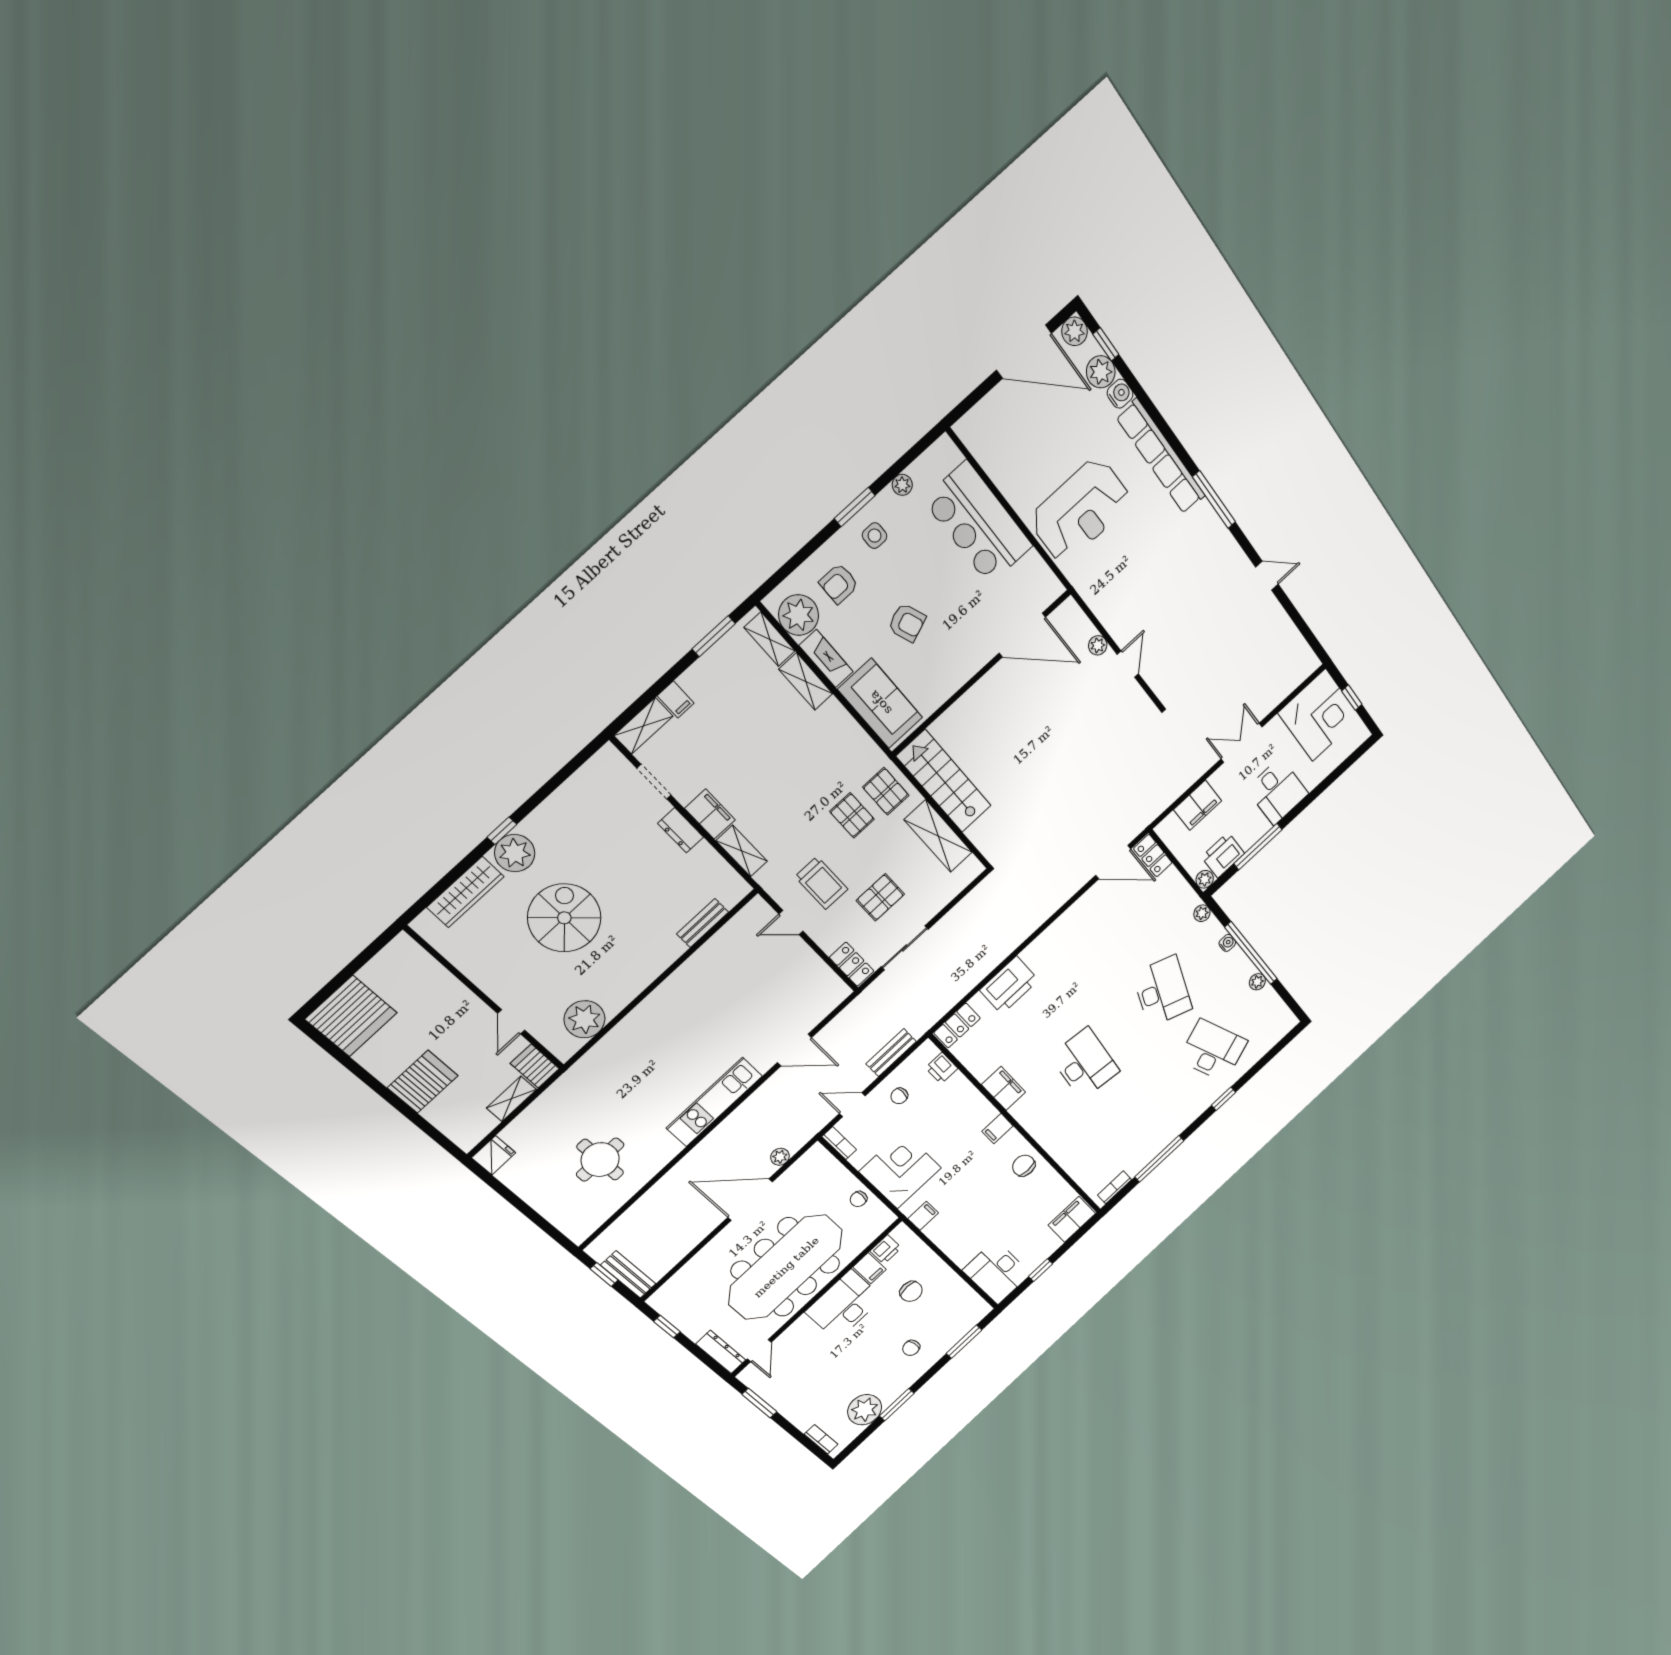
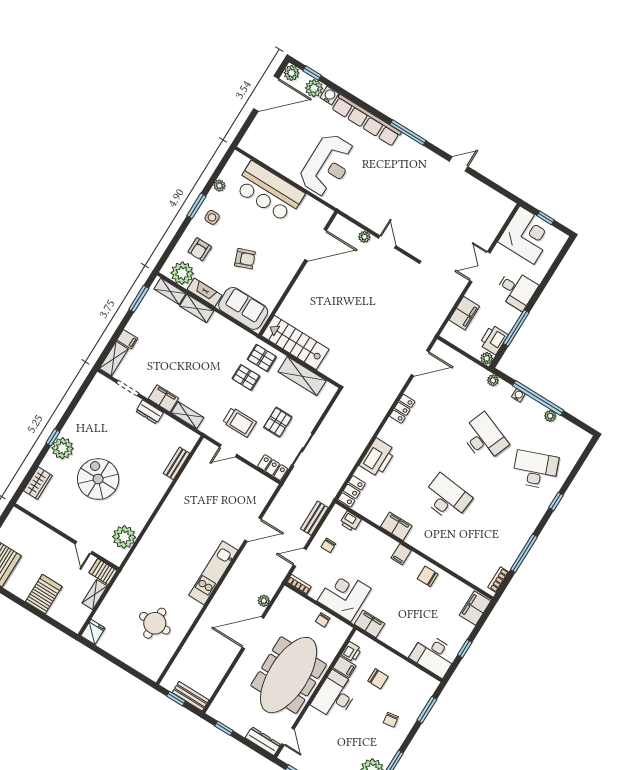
locker: (1153, 856) -> (402, 409), moved, turned -90
wardrobe: (465, 892) -> (38, 483), width x0.67
filing cabinet: (923, 1216) -> (369, 624), width x2.00

